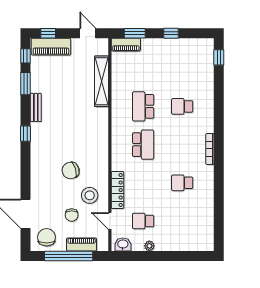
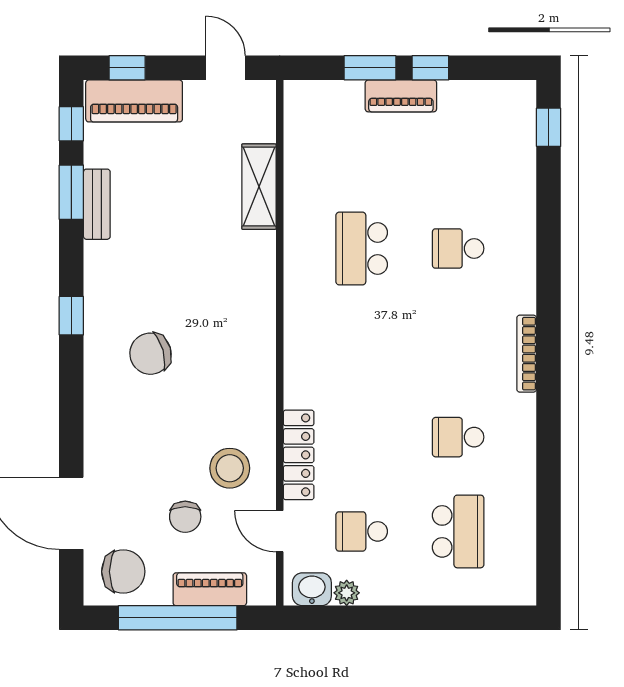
window: (135, 33) -> (370, 68), moved
piano: (126, 45) -> (401, 96), moved
shelving: (101, 81) -> (259, 187), width x0.68
bench: (36, 107) -> (97, 204), moved
school desk: (143, 145) -> (458, 531), moved
chair: (71, 170) -> (150, 354), moved
chair: (47, 237) -> (123, 572), turned 90
plant: (149, 246) -> (347, 593), moved

